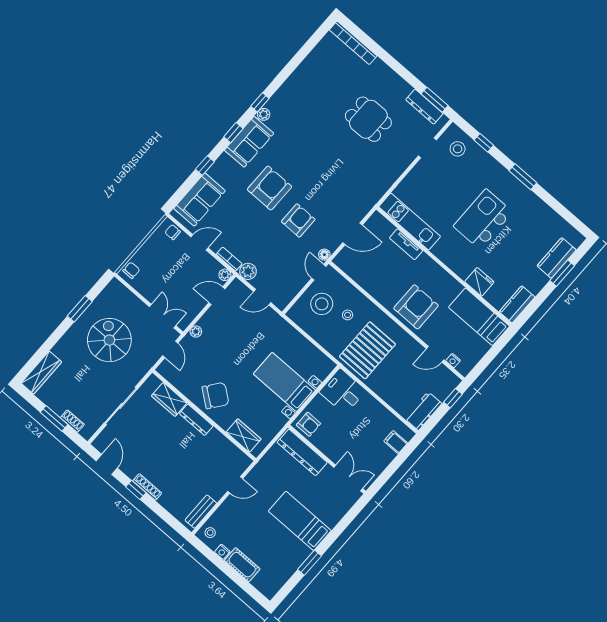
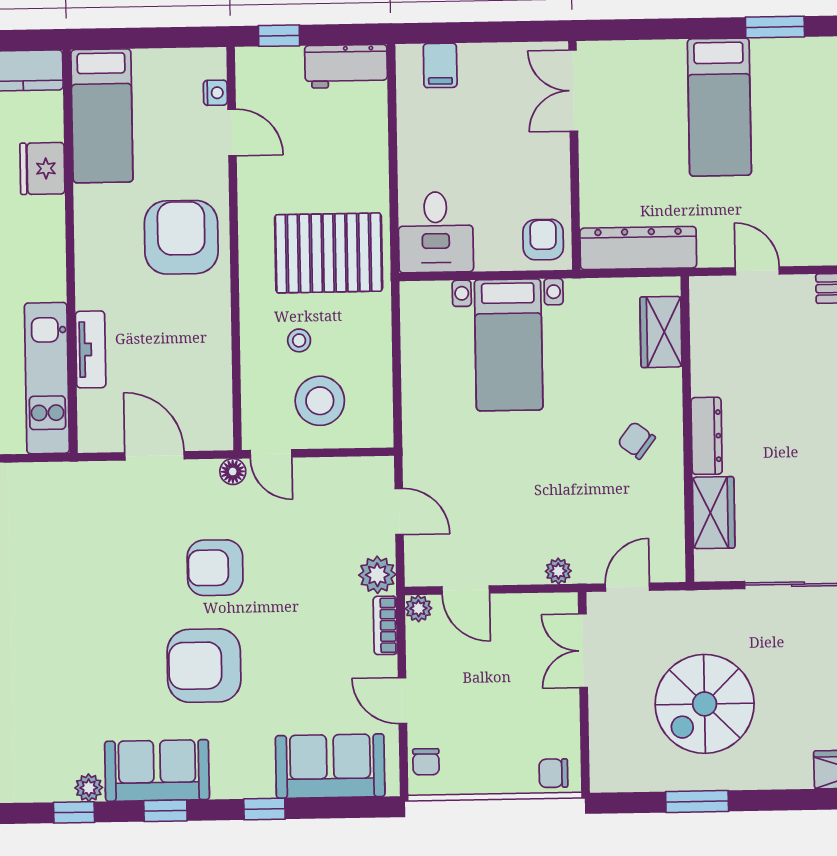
door: (319, 272) -> (271, 454), hinge flipped
armchair: (416, 307) -> (181, 237), turned 90
chair: (215, 396) -> (636, 440), width x0.54, depth x0.54
dresser: (302, 452) -> (638, 248), moved, turned -90

